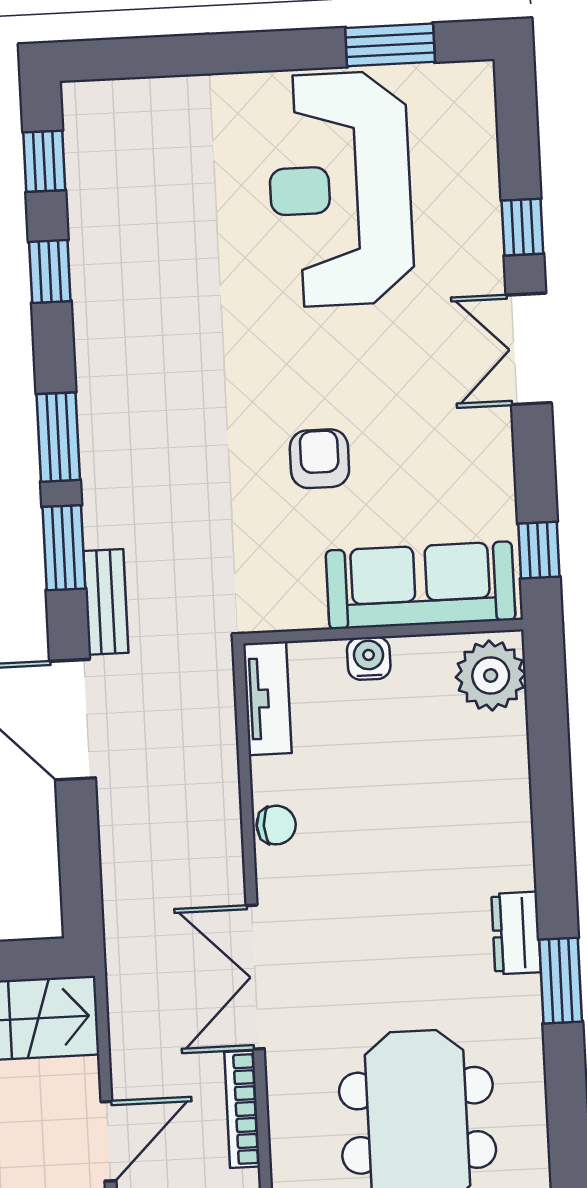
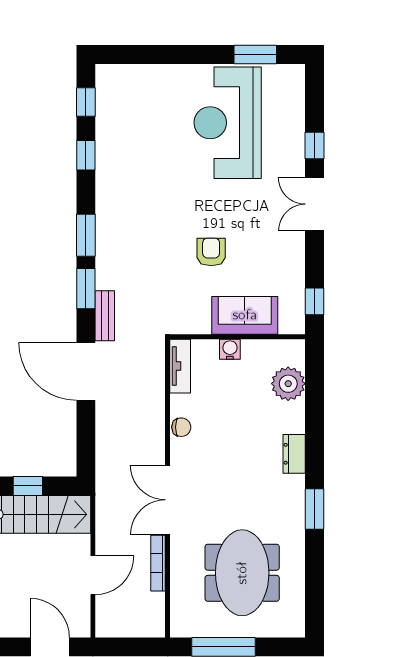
sofa: (421, 585) -> (245, 315), width x0.73
plant: (491, 675) -> (288, 384), moved
dresser: (516, 933) -> (294, 454), moved

